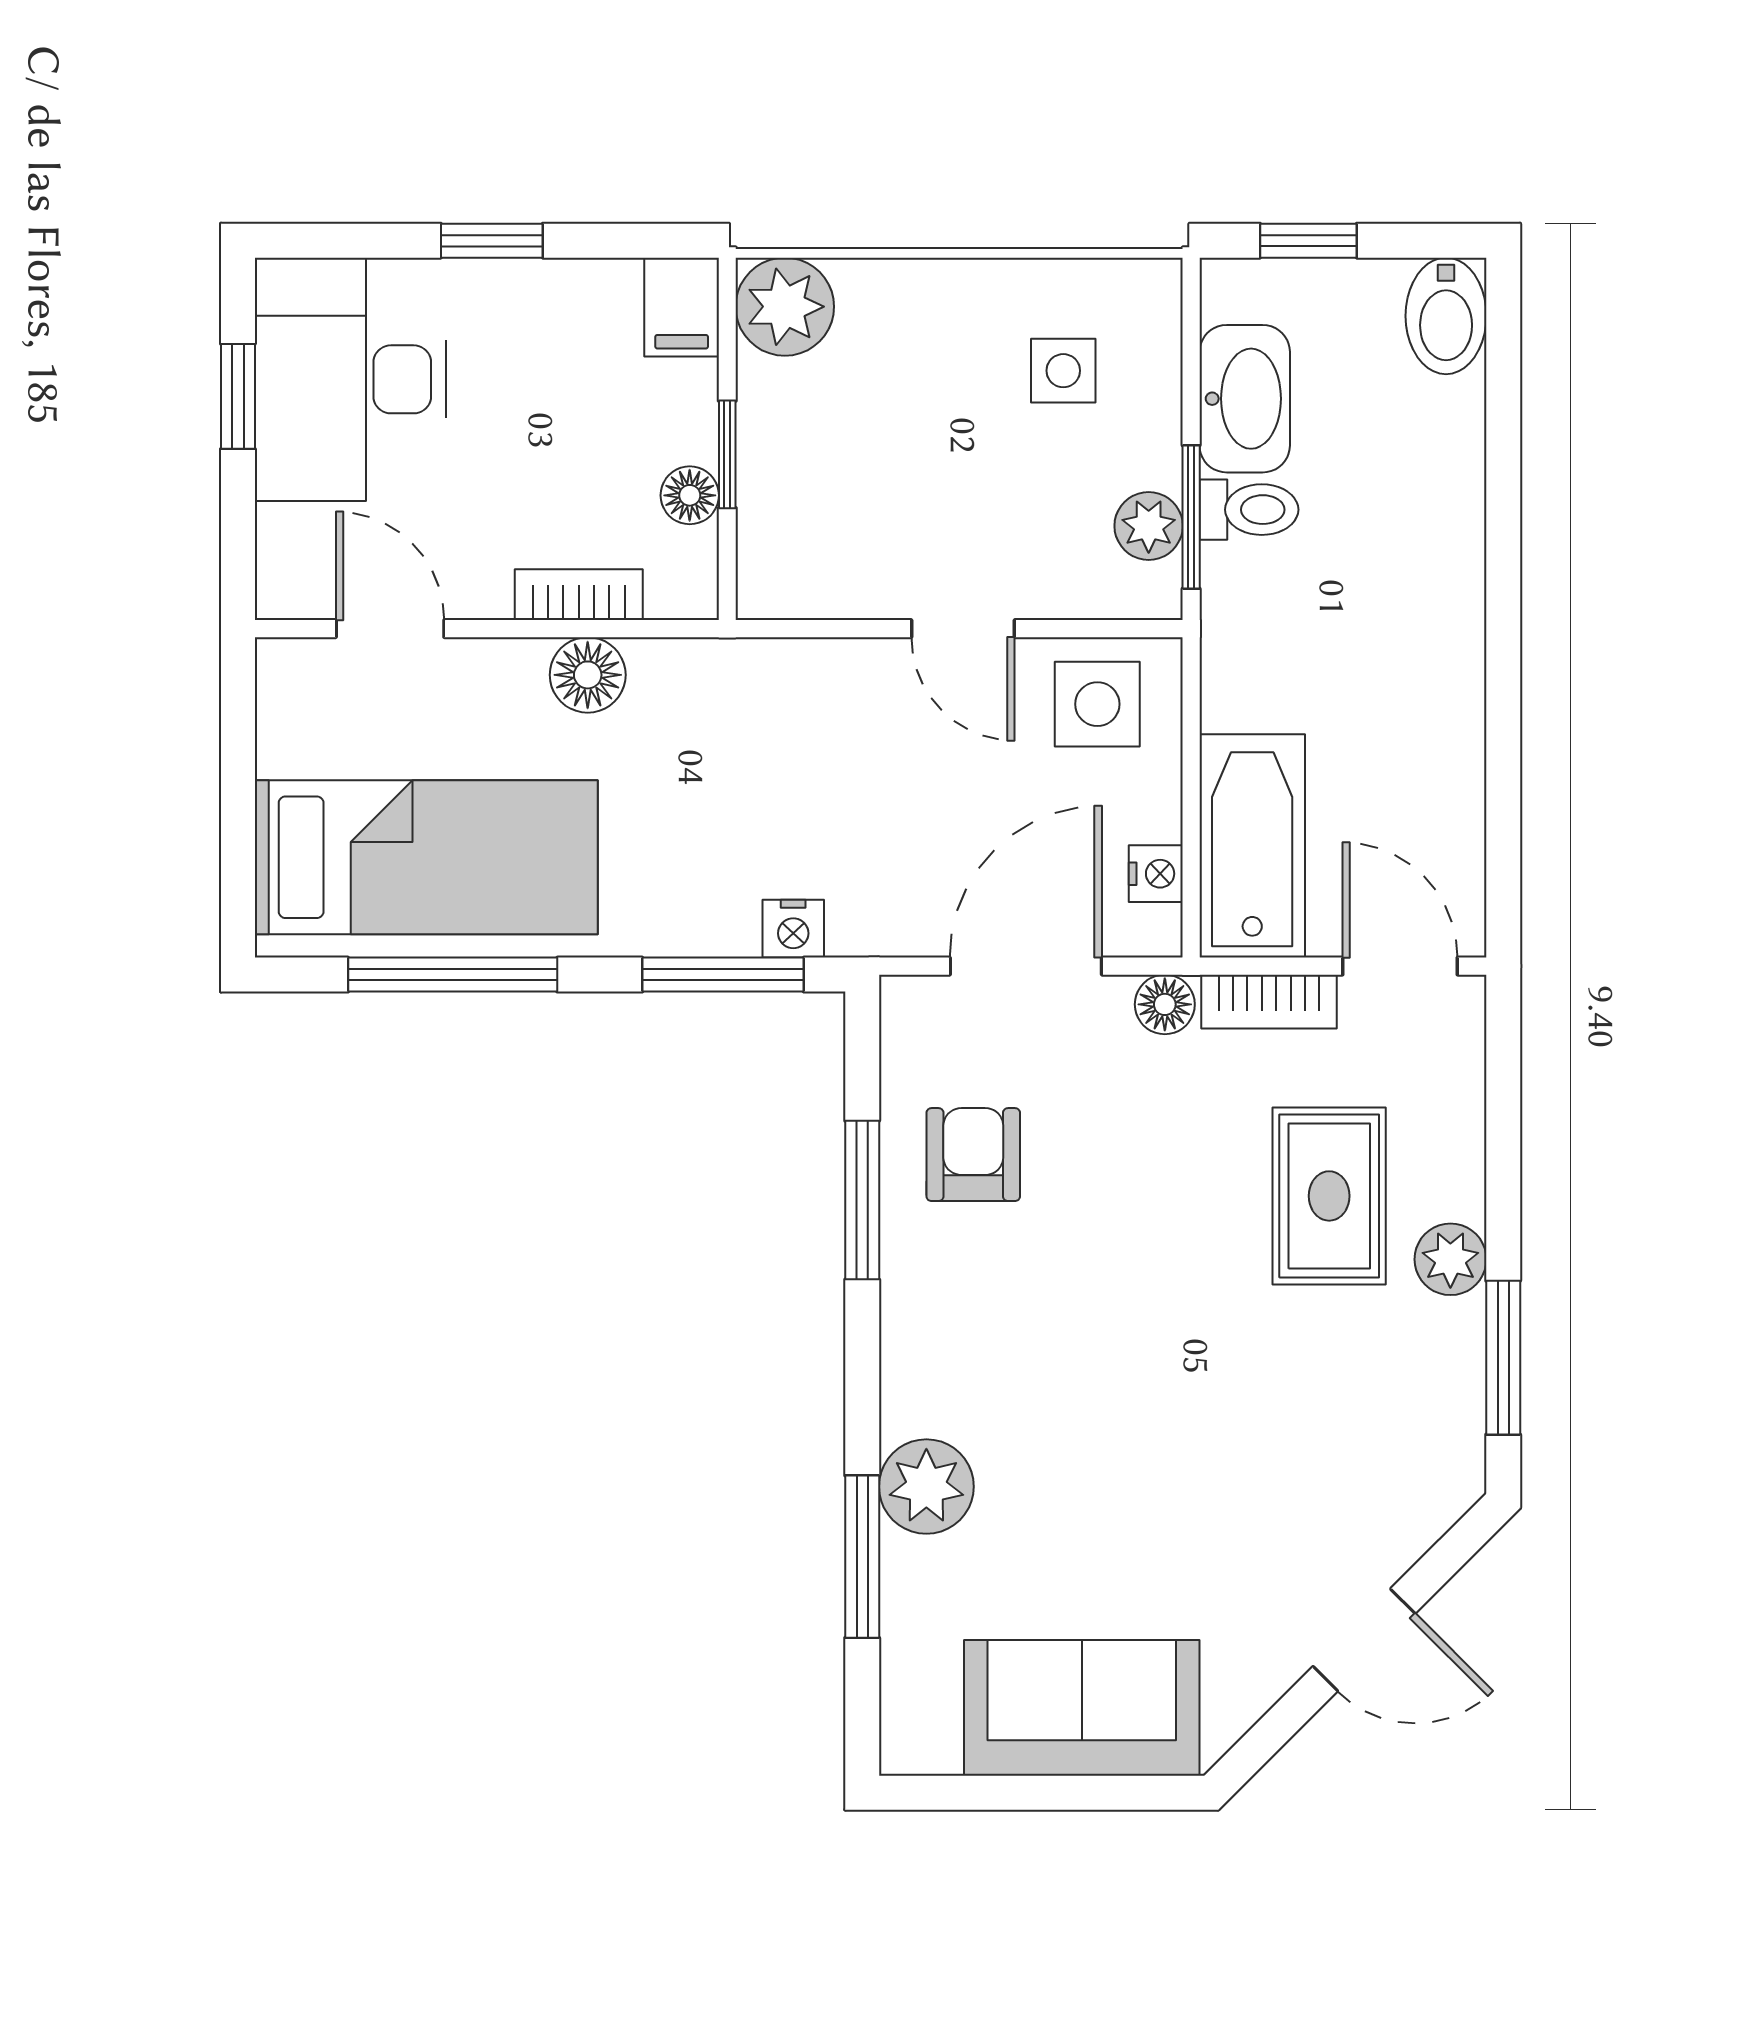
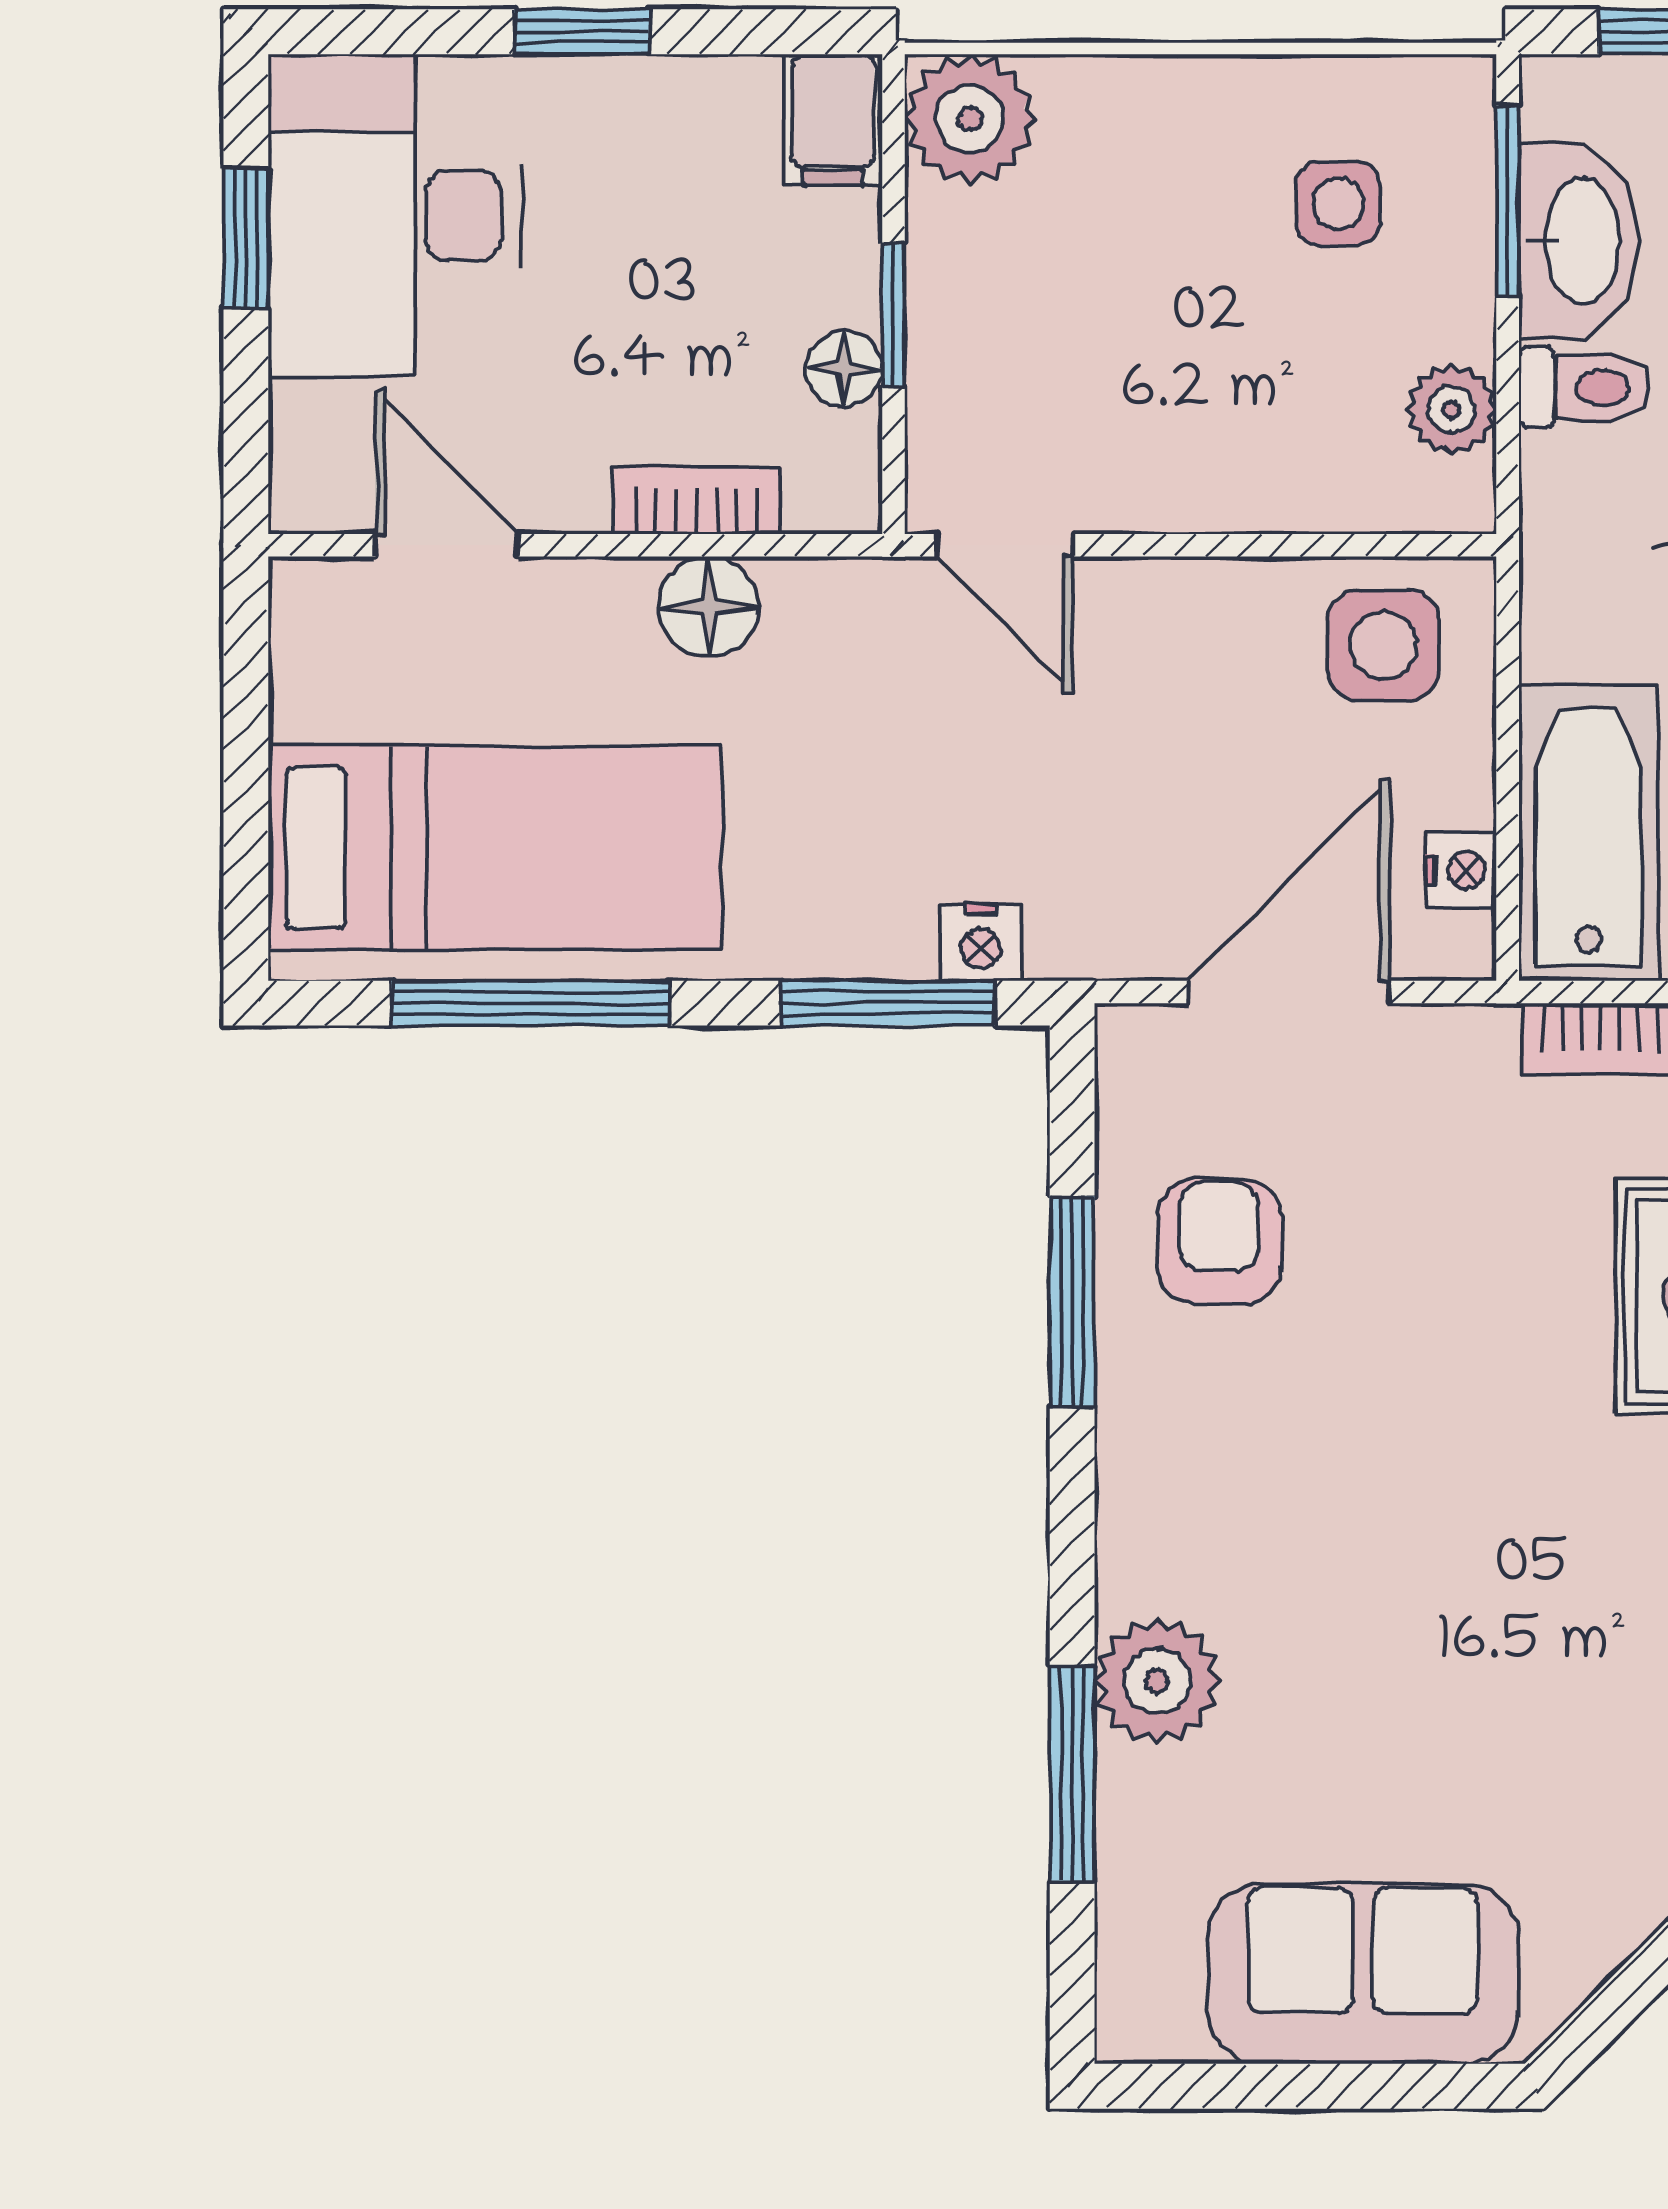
window: (1191, 517) -> (1508, 201), moved
door: (963, 629) -> (1005, 545), moved
floor lamp: (1165, 1004) -> (1473, 1043), removed

